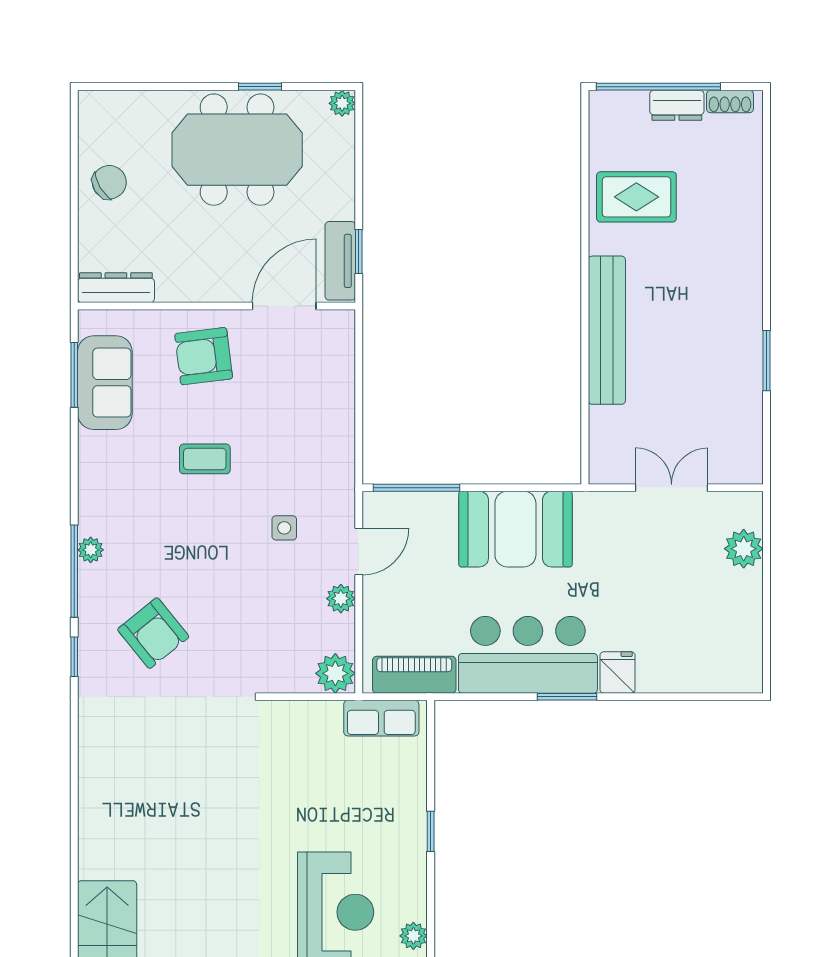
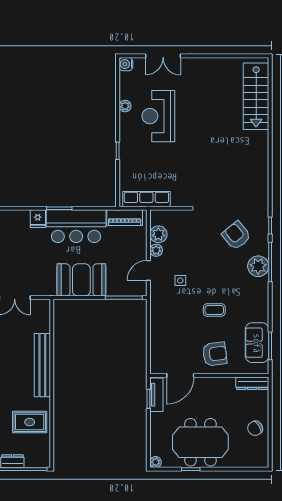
plant: (91, 550) -> (258, 266), width x1.88, depth x1.88
plant: (335, 673) -> (158, 234), moved
row of seats: (381, 718) -> (146, 199), width x1.48

